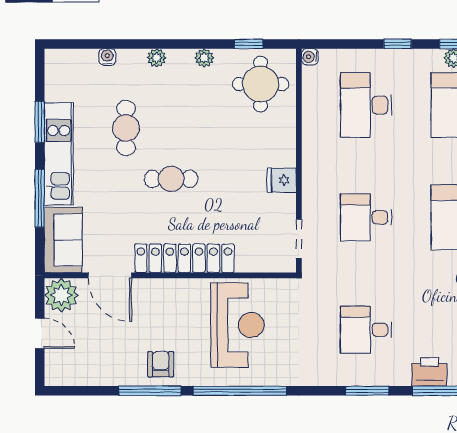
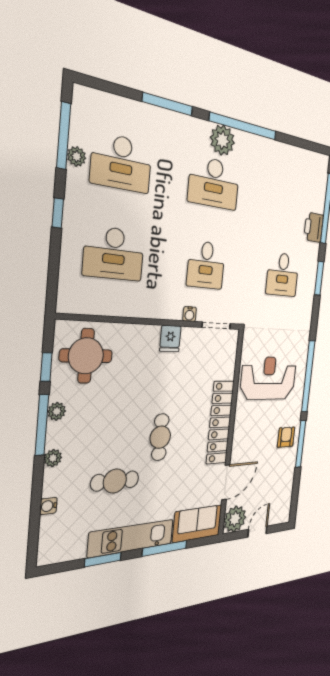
window: (191, 44) -> (42, 425), added
water cooler: (310, 57) -> (190, 314), moved
armchair: (161, 364) -> (286, 437), turned 90

